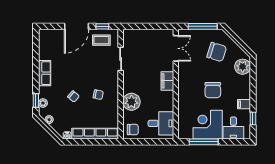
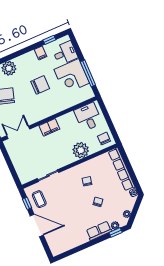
row of seats: (45, 73) -> (99, 231), moved

